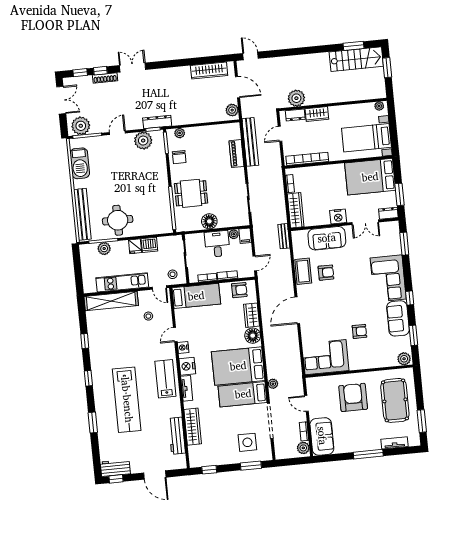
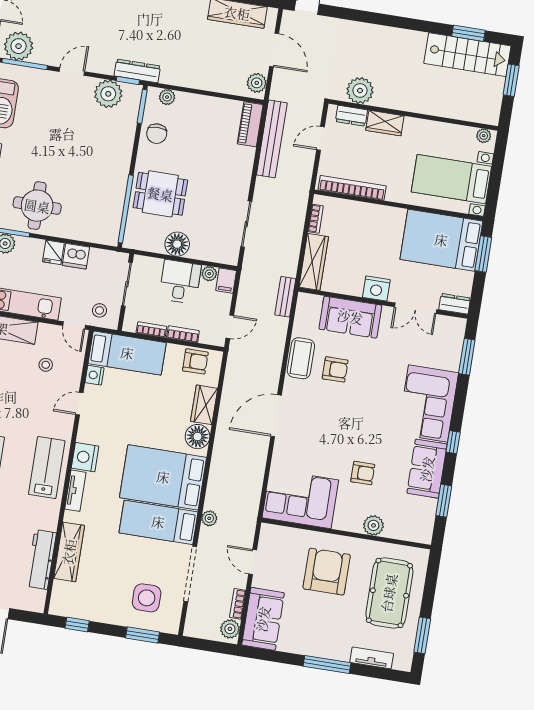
piano: (236, 154) -> (250, 124), moved
window: (400, 194) -> (483, 254), moved
nightstand: (183, 347) -> (94, 375), moved
plant: (404, 359) -> (373, 525), moved

